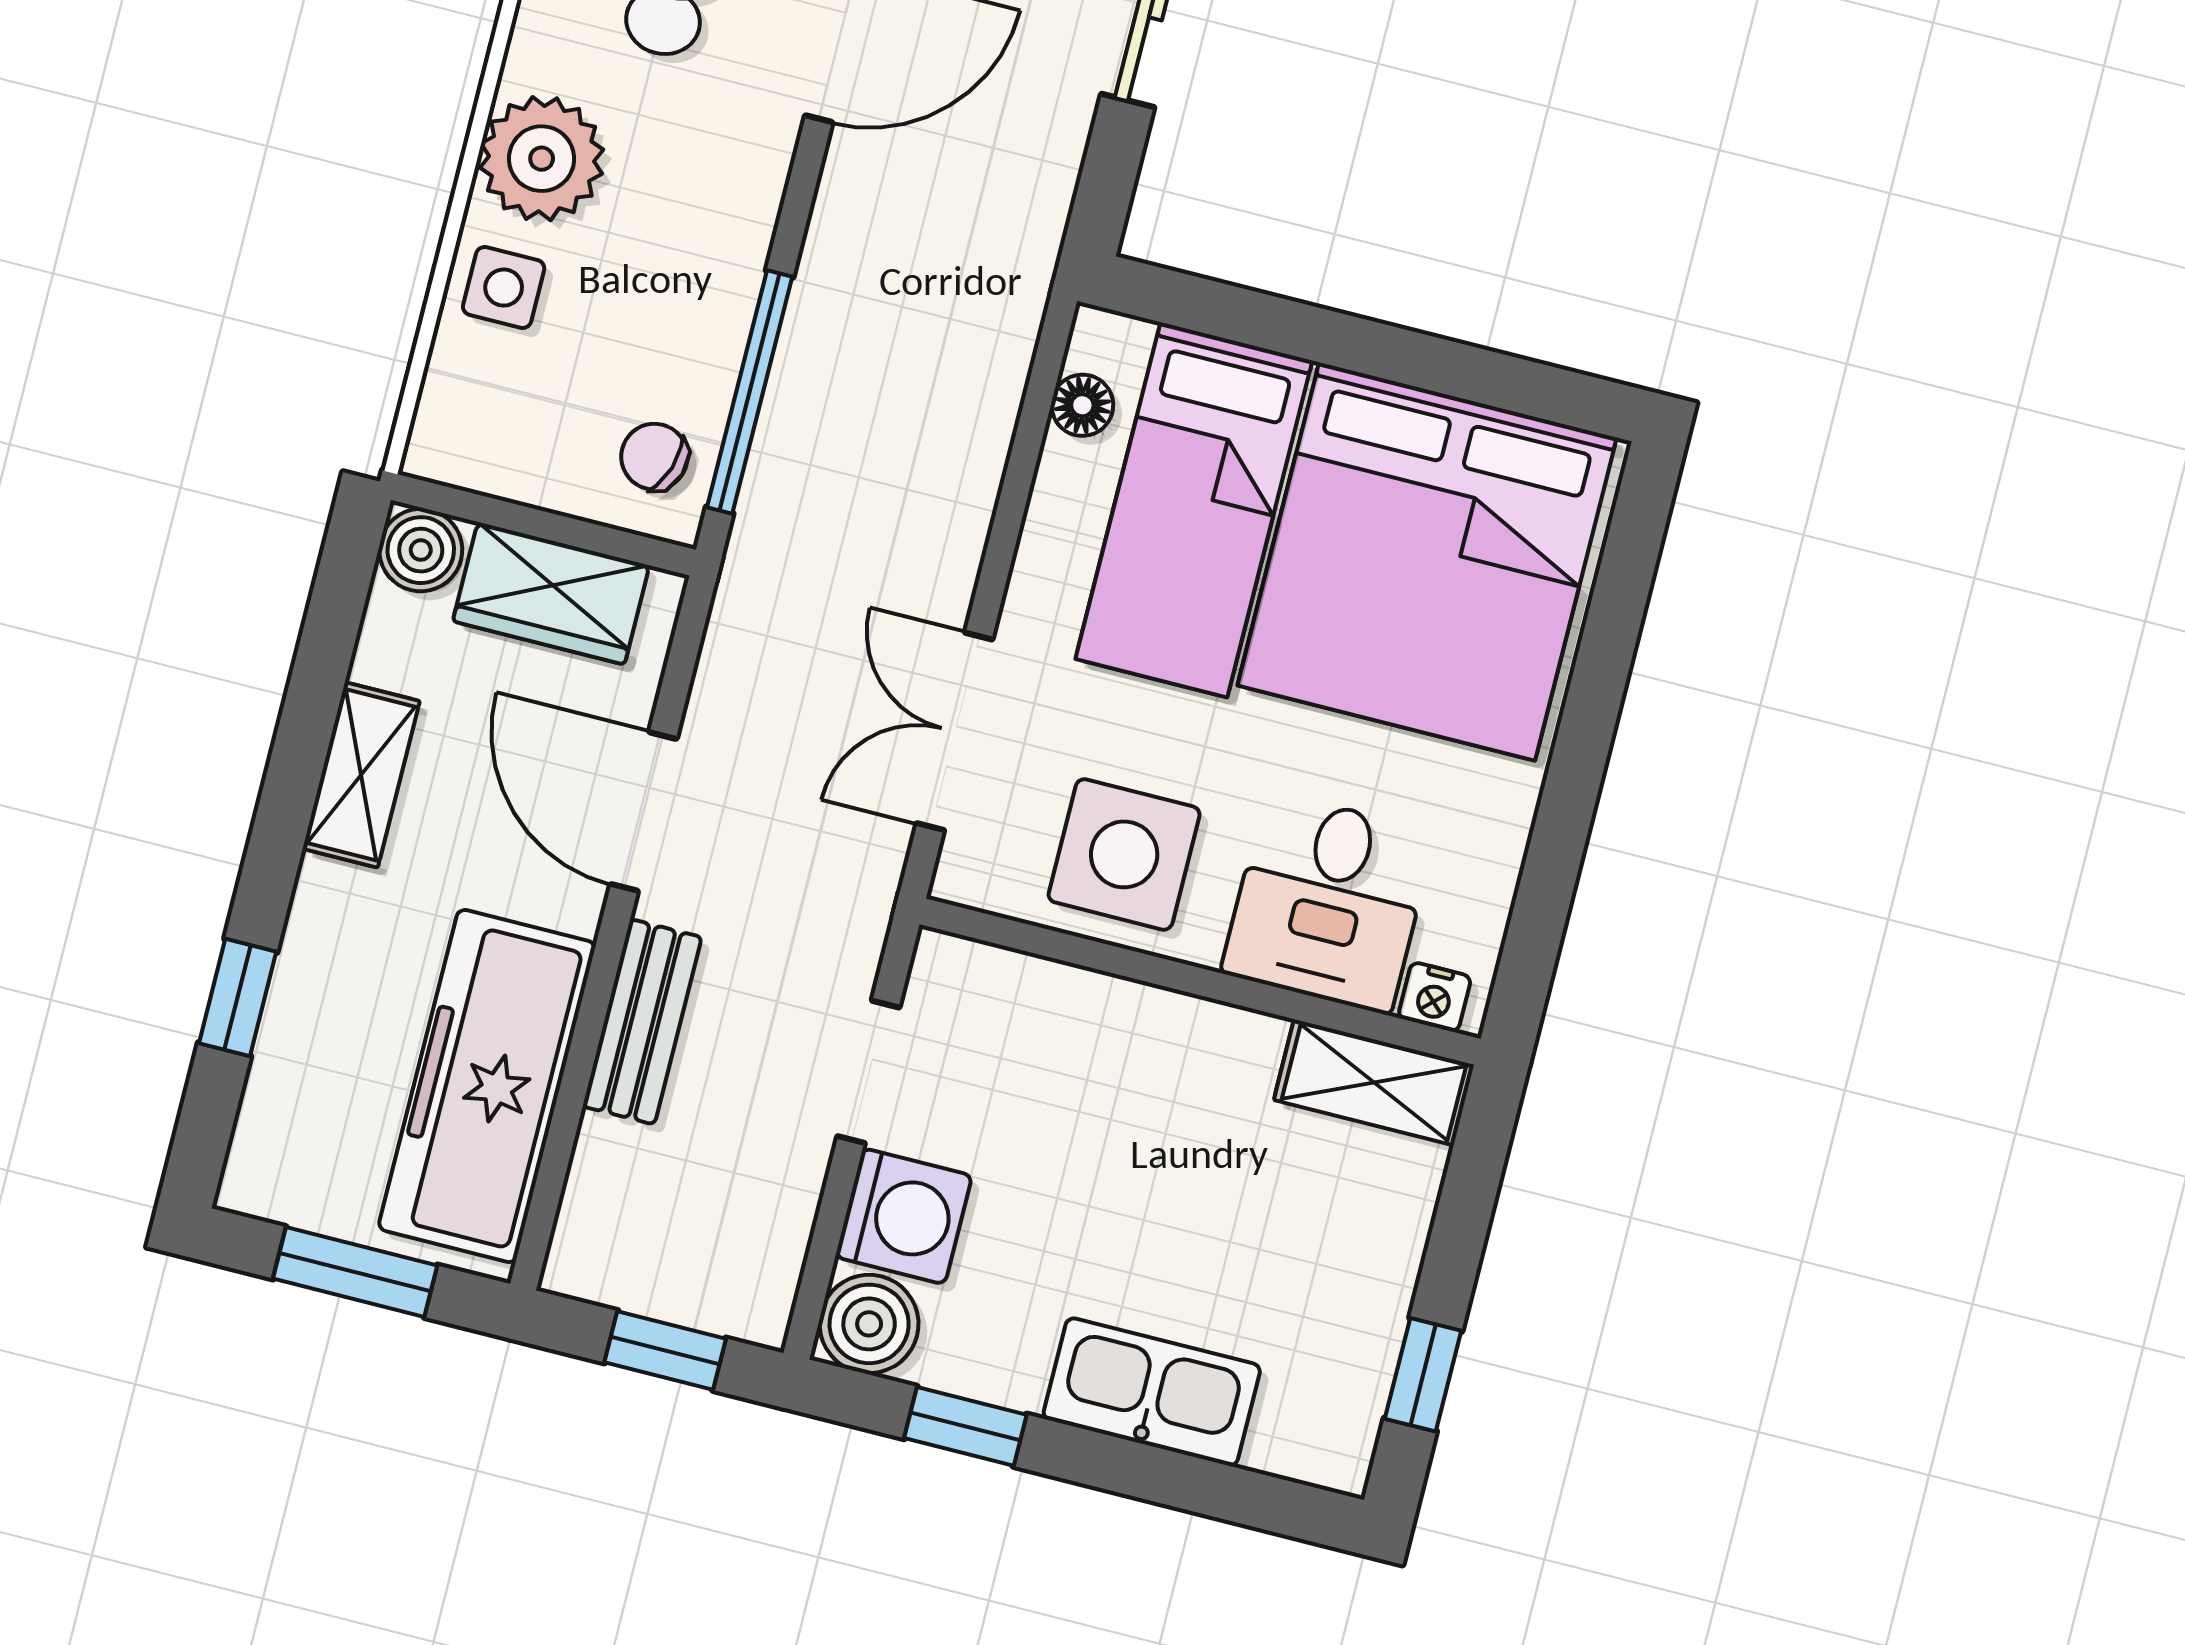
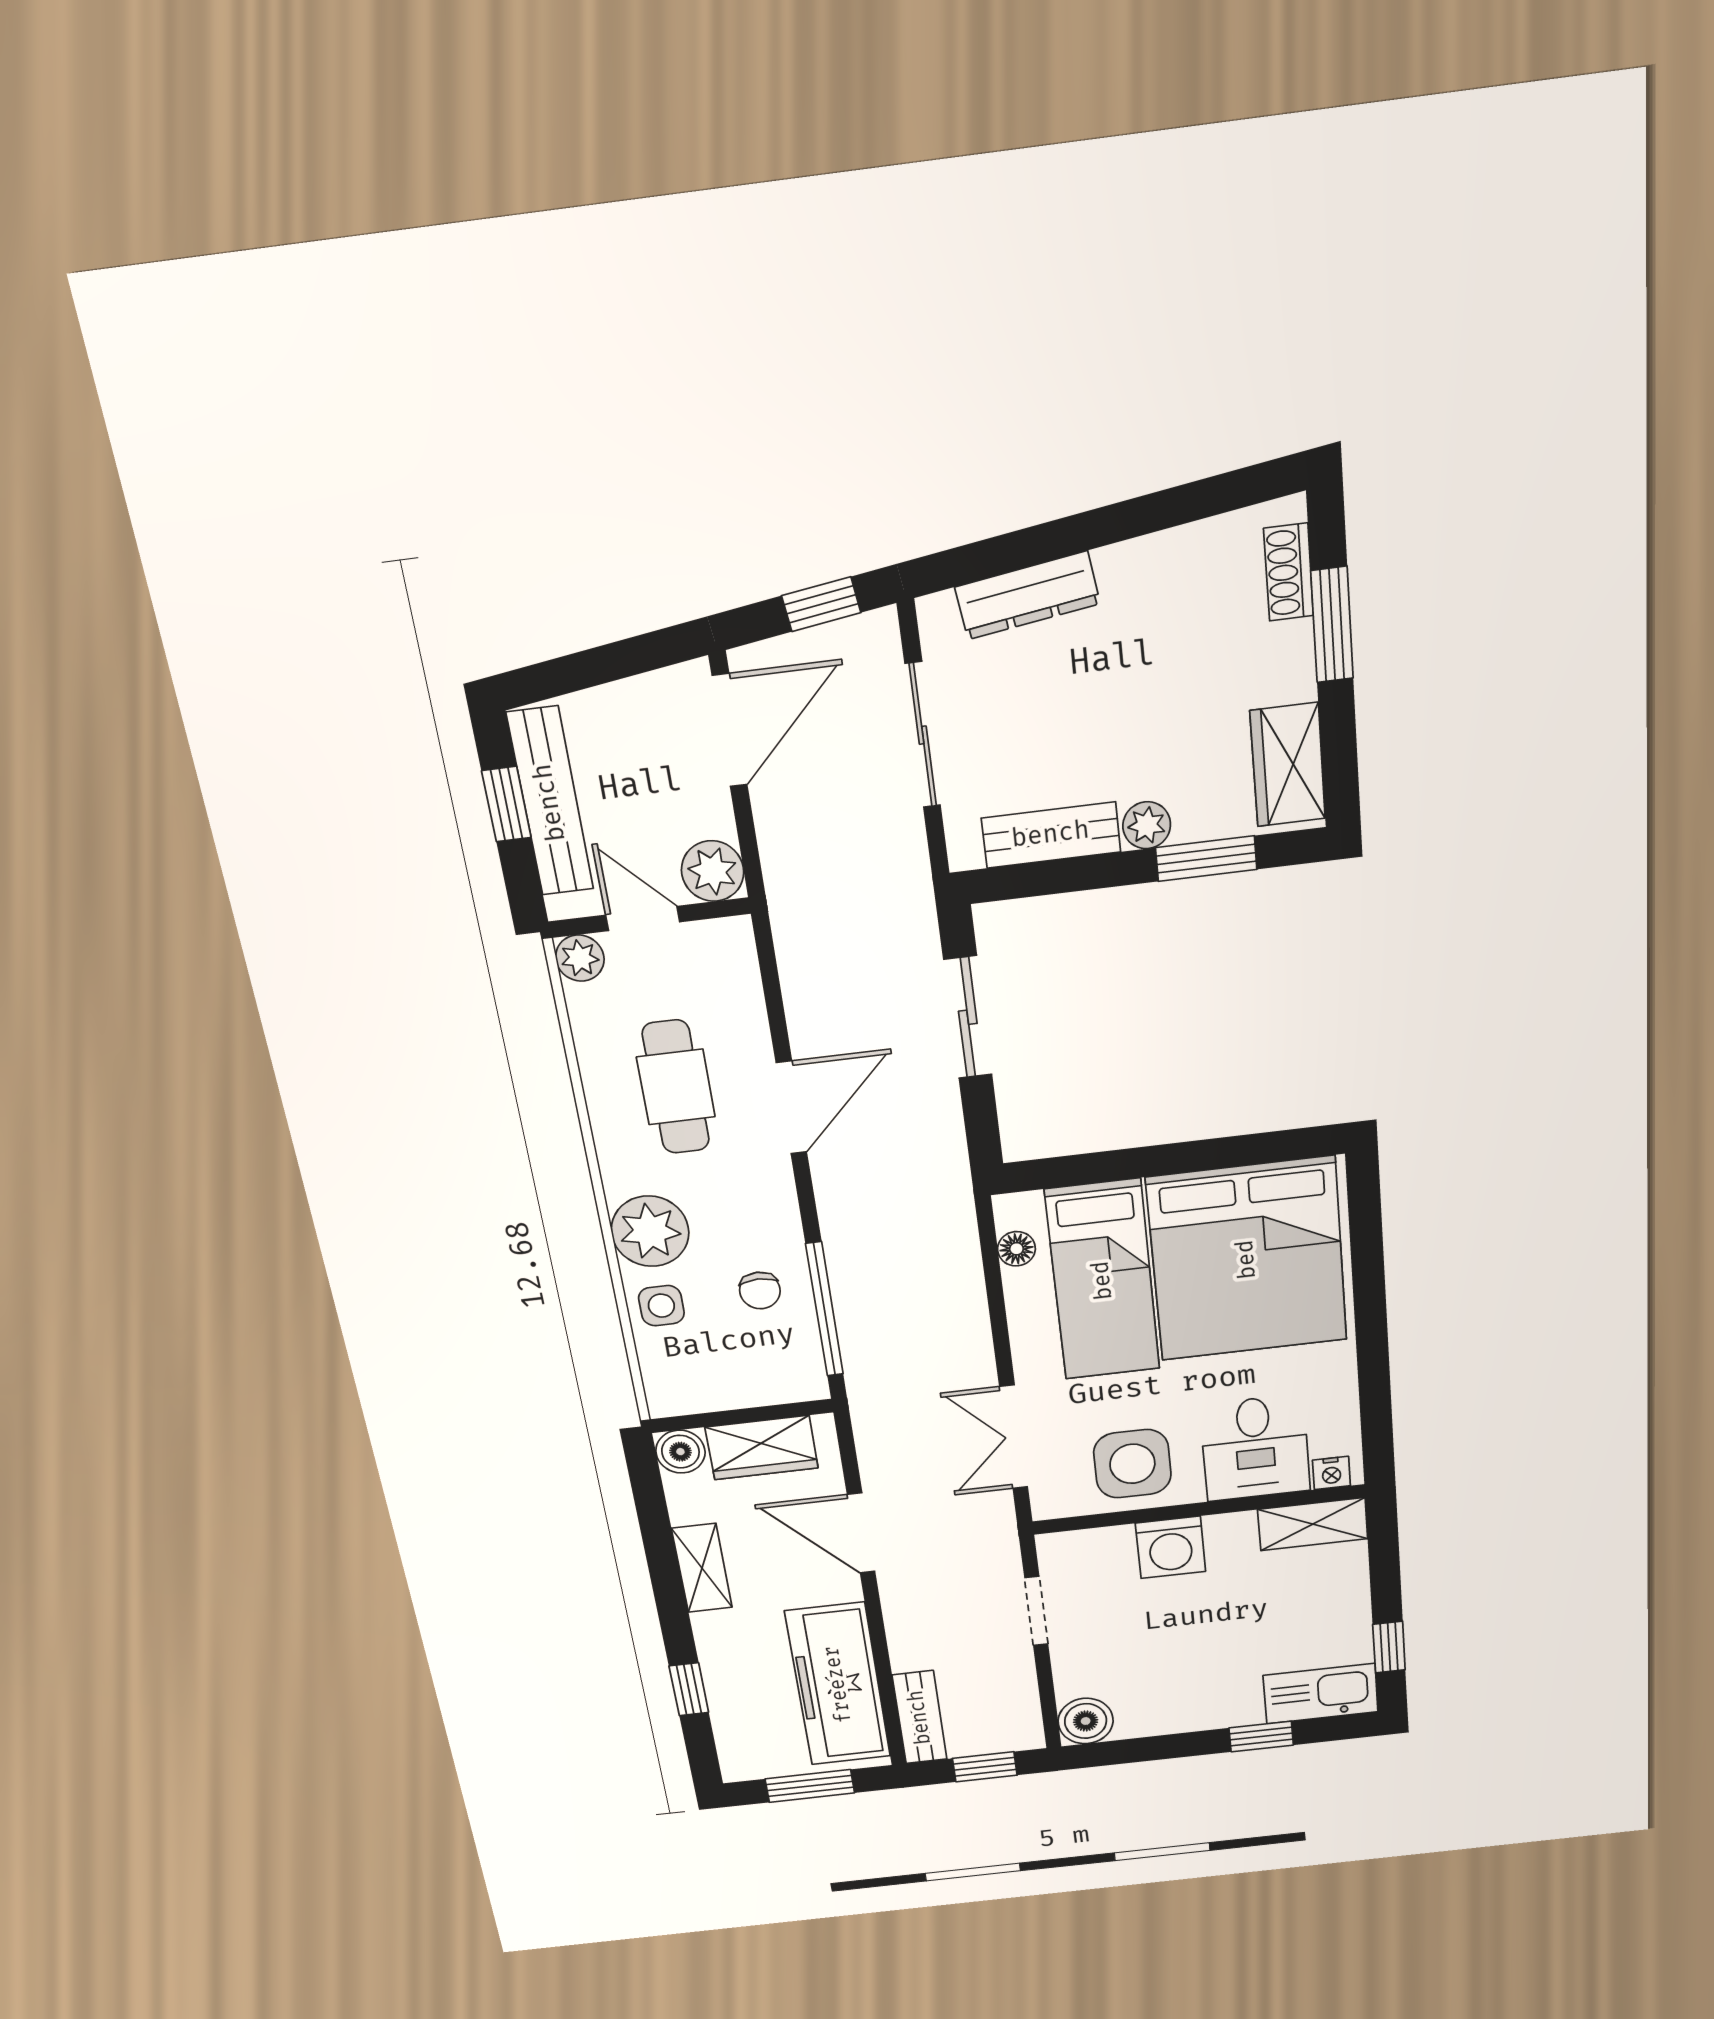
chair: (654, 457) -> (760, 1291), moved, turned -108
bench: (642, 1022) -> (920, 1717), moved
washing machine: (904, 1216) -> (1171, 1547), moved, turned 90
kitchen sink: (1152, 1392) -> (1321, 1694), moved
window: (965, 1426) -> (1261, 1737), moved

